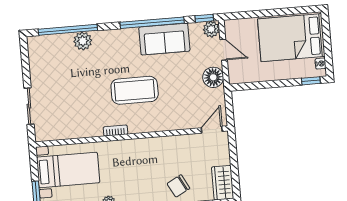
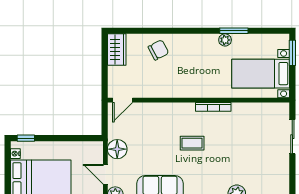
coffee table: (135, 90) -> (192, 143), width x0.54, depth x0.58
bookcase: (115, 131) -> (213, 107), width x1.56

